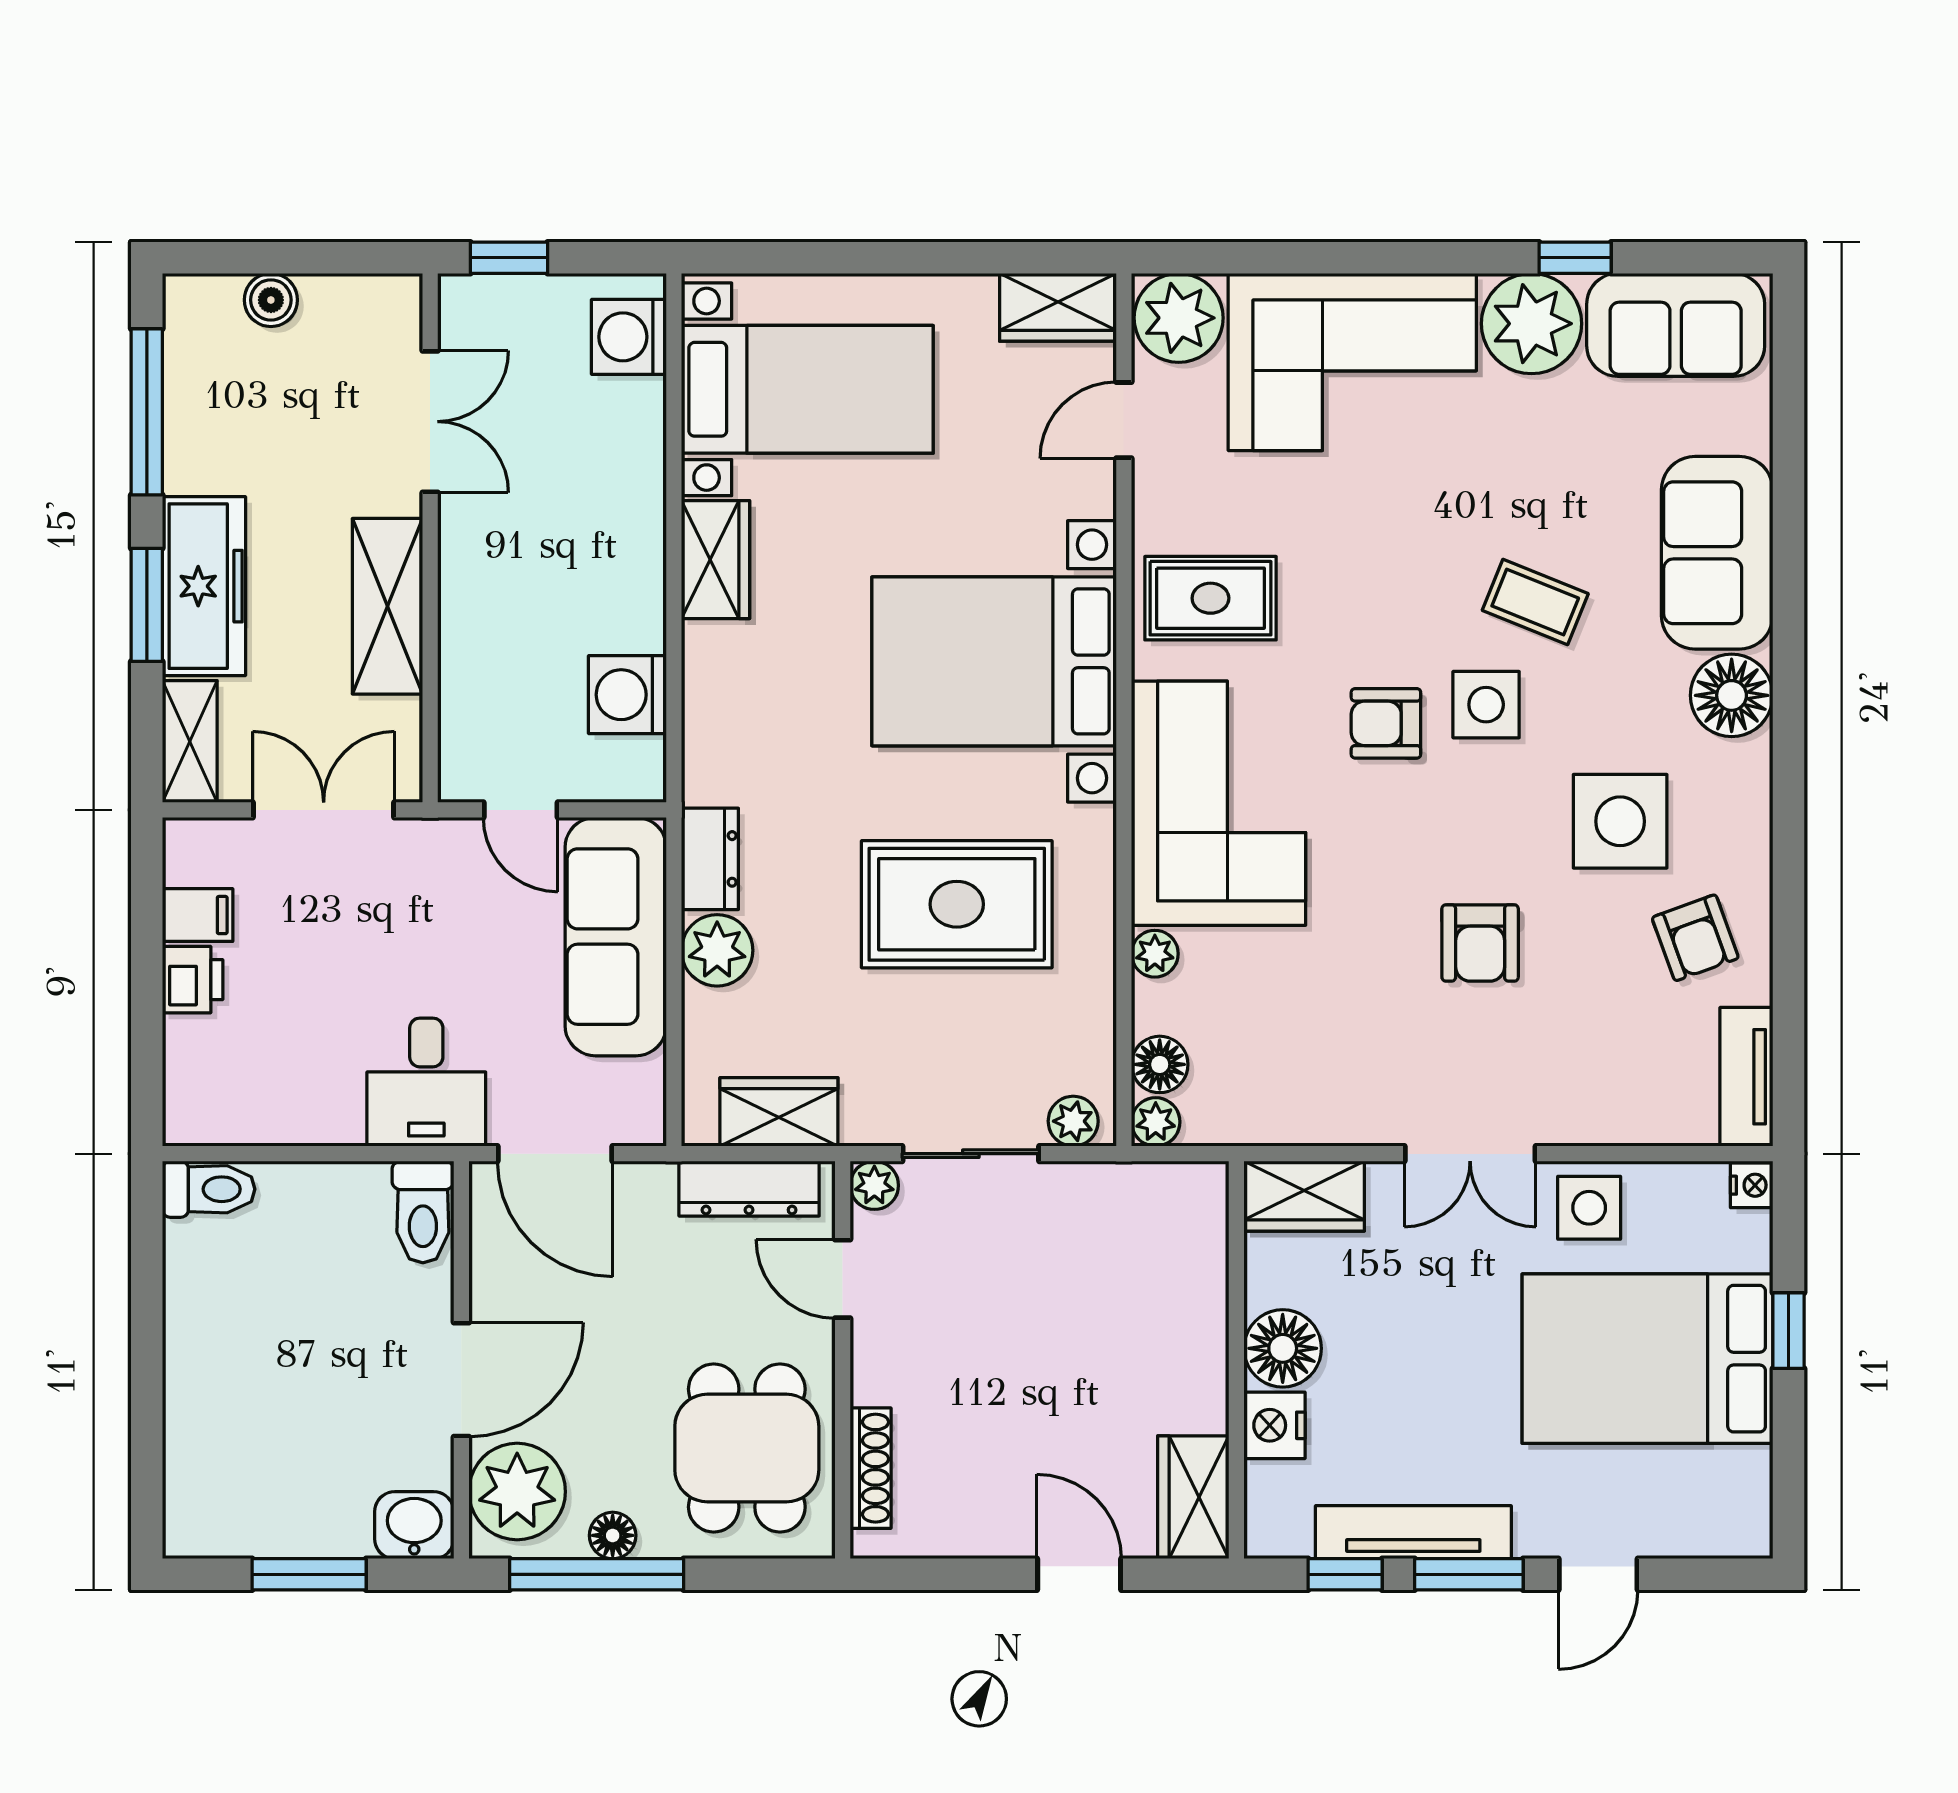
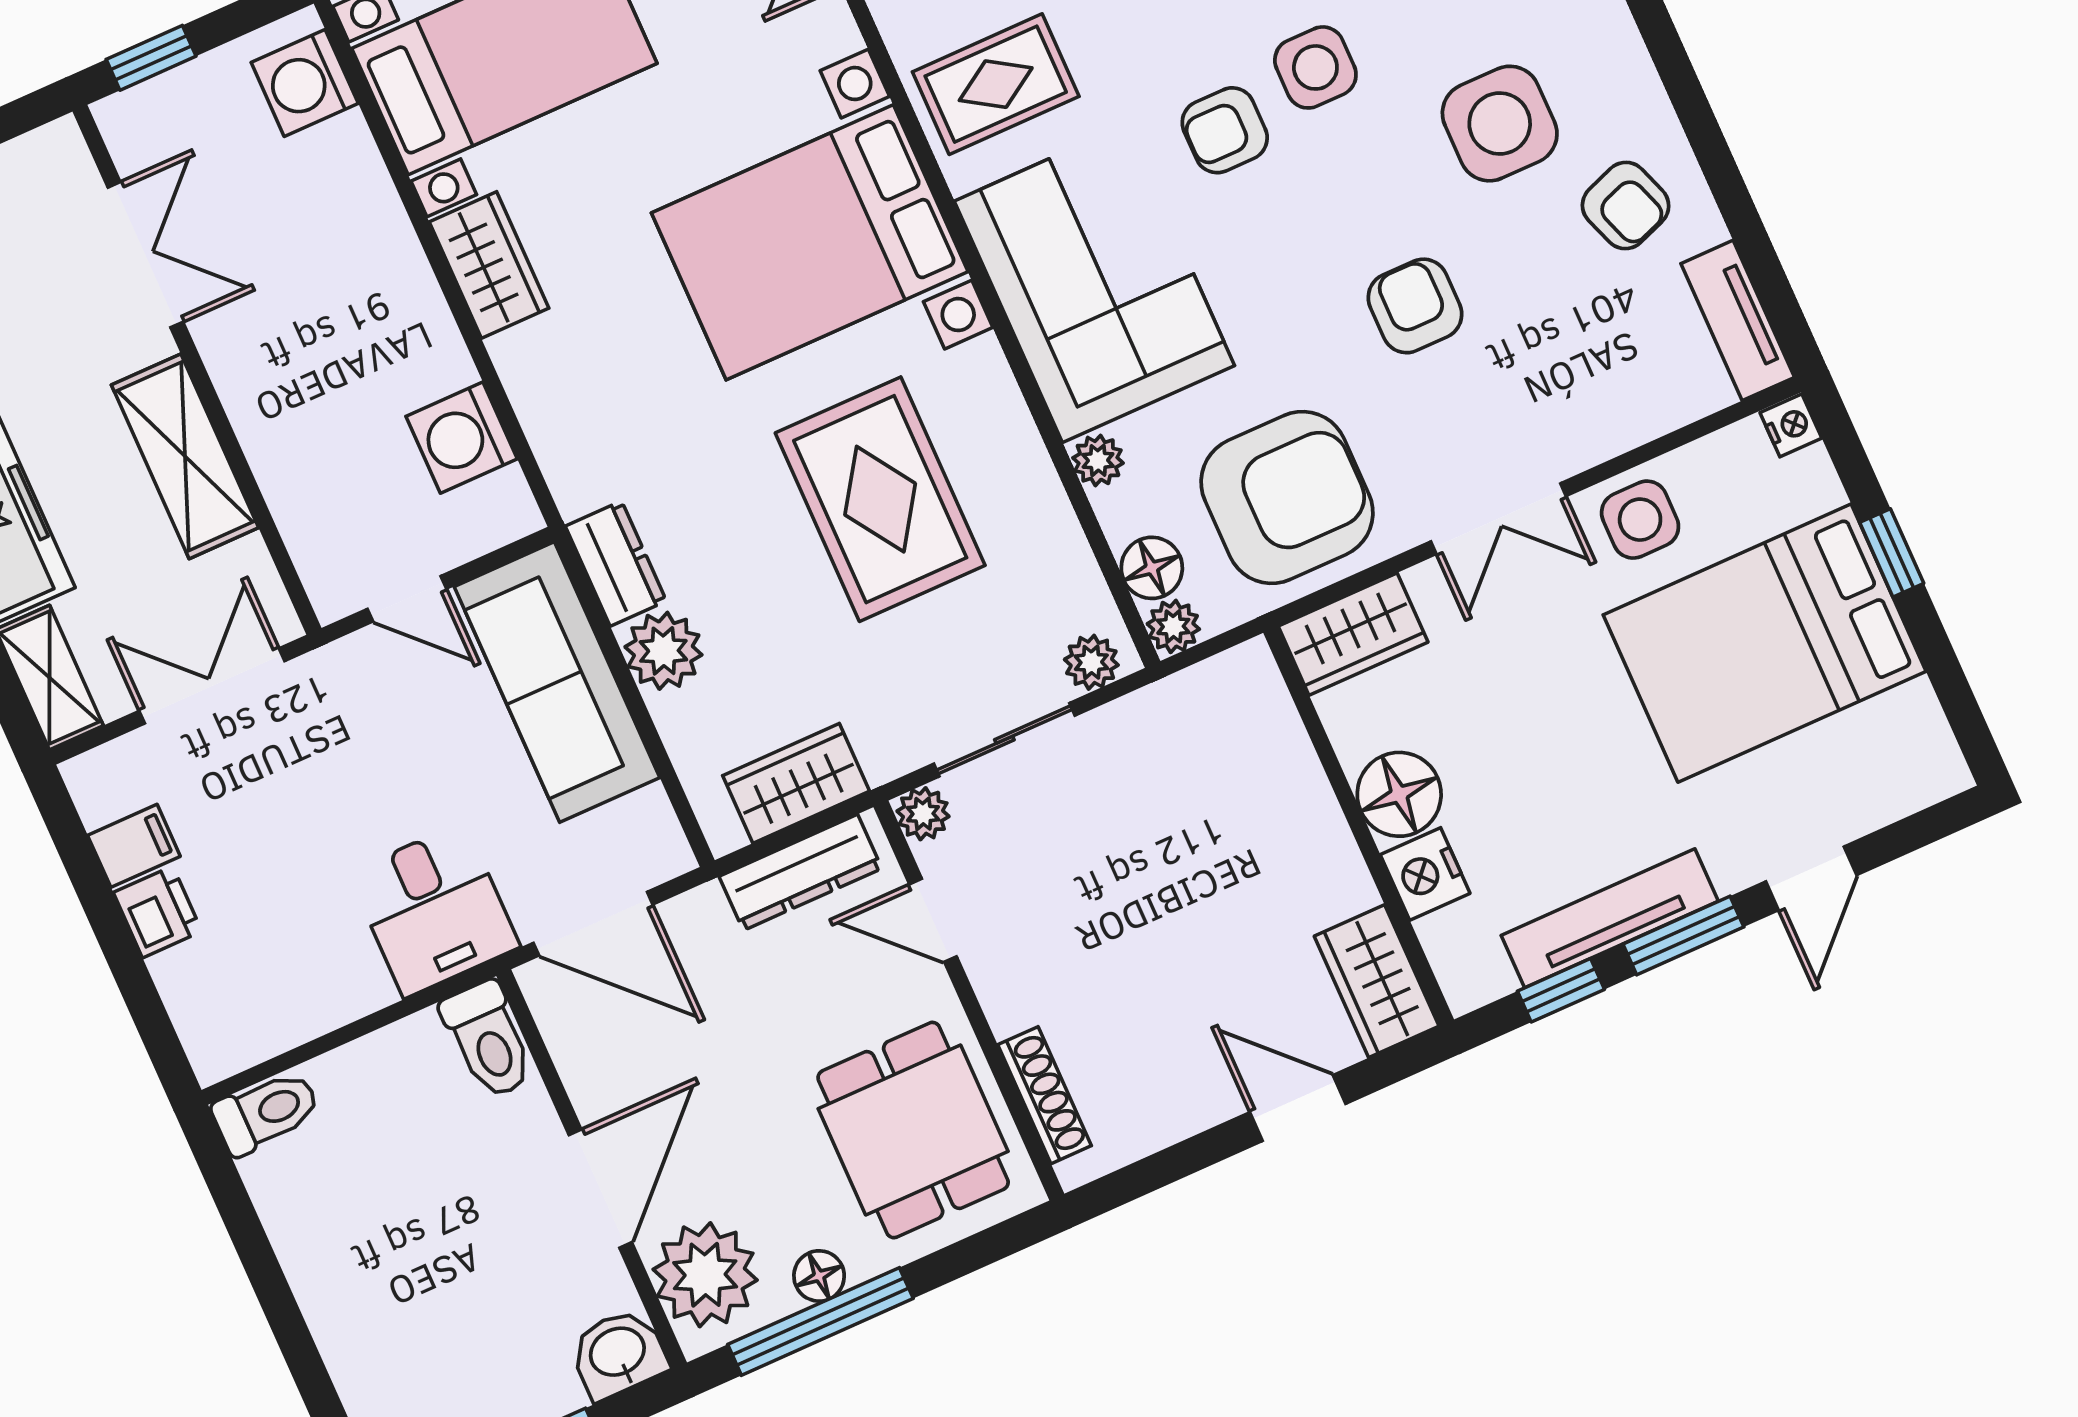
rug: (957, 904) -> (880, 499), turned 90
armchair: (1480, 943) -> (1415, 306), turned 180
armchair: (1300, 1056) -> (1287, 497), added

